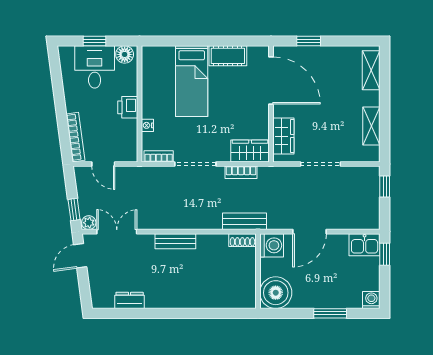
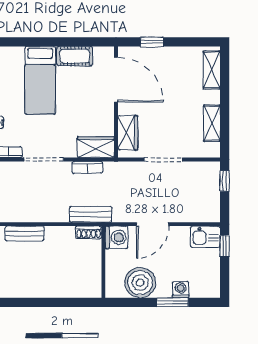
boiler: (276, 293) -> (140, 283), moved
washing machine: (371, 300) -> (181, 290), moved

